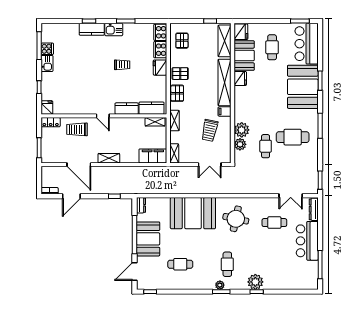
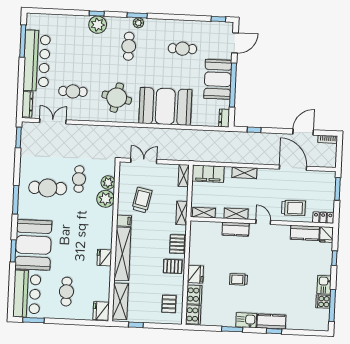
booth: (244, 56) -> (99, 284), removed
kitchen counter: (152, 108) -> (305, 233), moved
shelving: (127, 122) -> (236, 214), added
shelving: (109, 158) -> (244, 173), moved
bar counter: (307, 241) -> (37, 61), width x1.36

